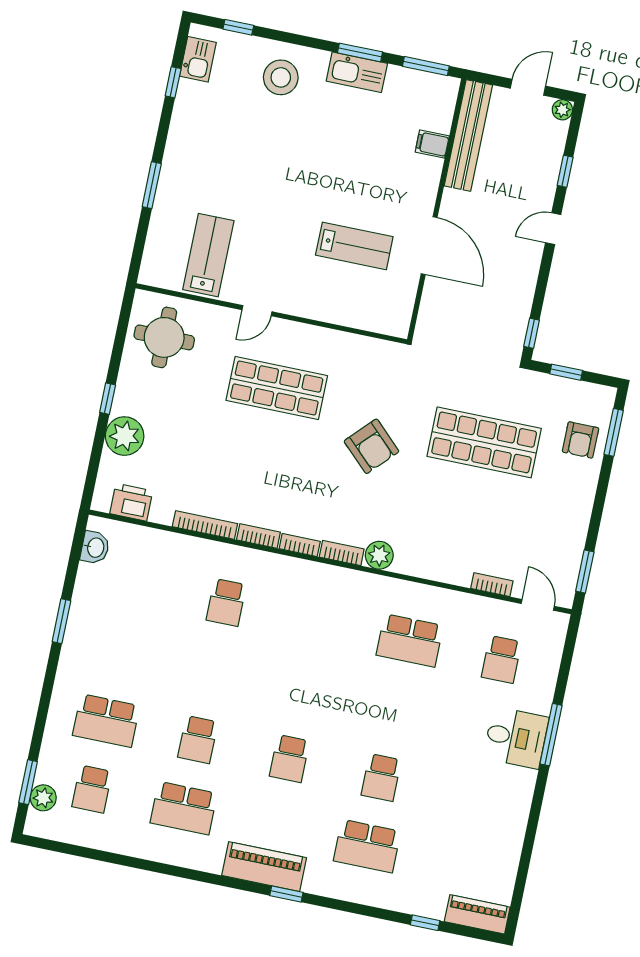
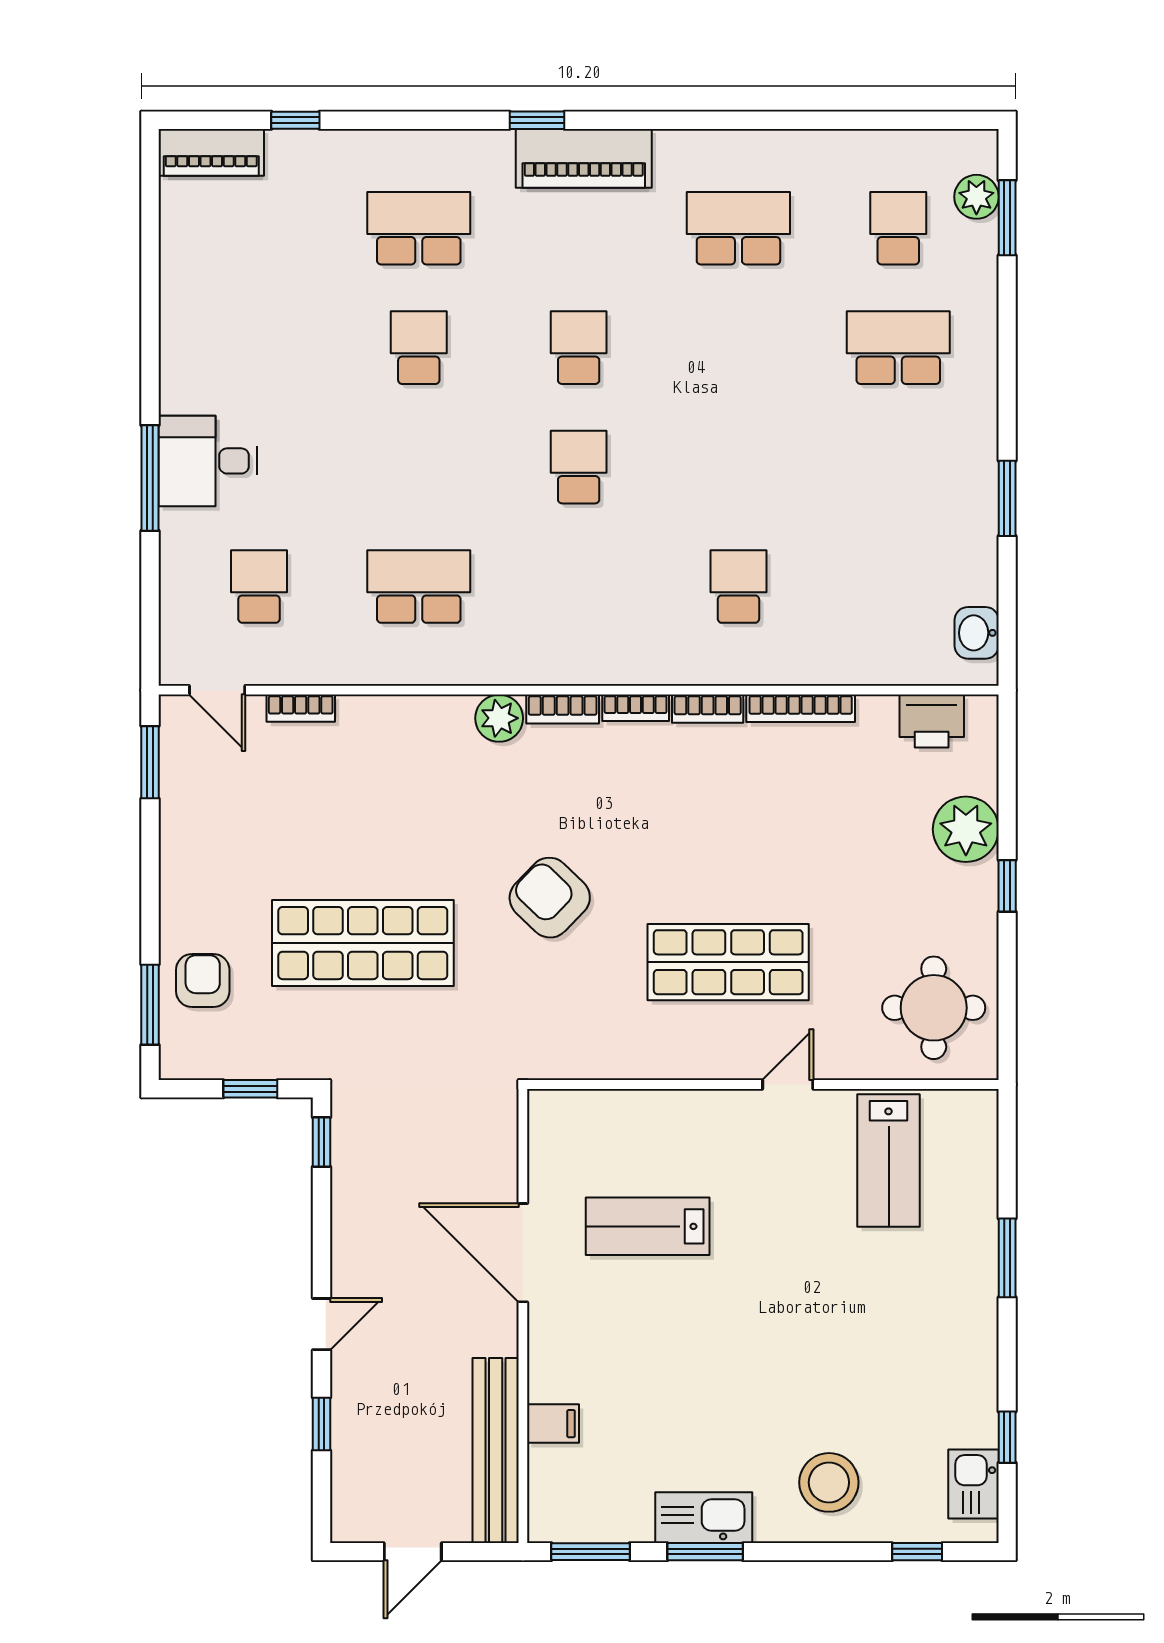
plant: (562, 110) -> (347, 1526), removed
school desk: (198, 740) -> (579, 467), moved

